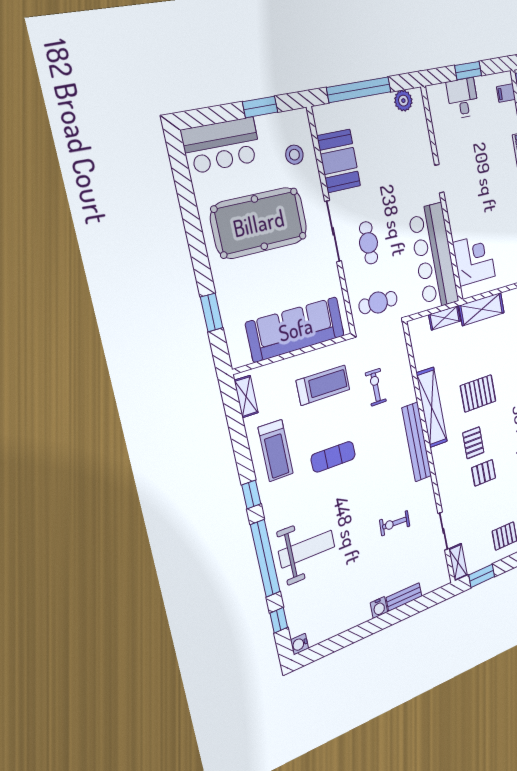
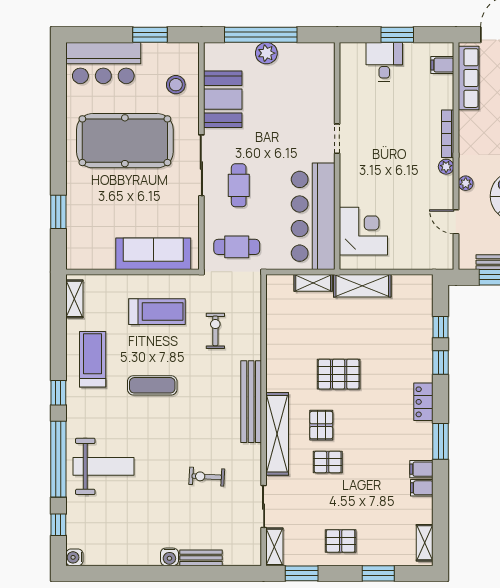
plant: (403, 101) -> (266, 53), moved
sofa: (296, 329) -> (153, 254), width x0.74, depth x0.79
shelving: (432, 407) -> (277, 434), moved
treadmill: (276, 451) -> (93, 359), turned 180

